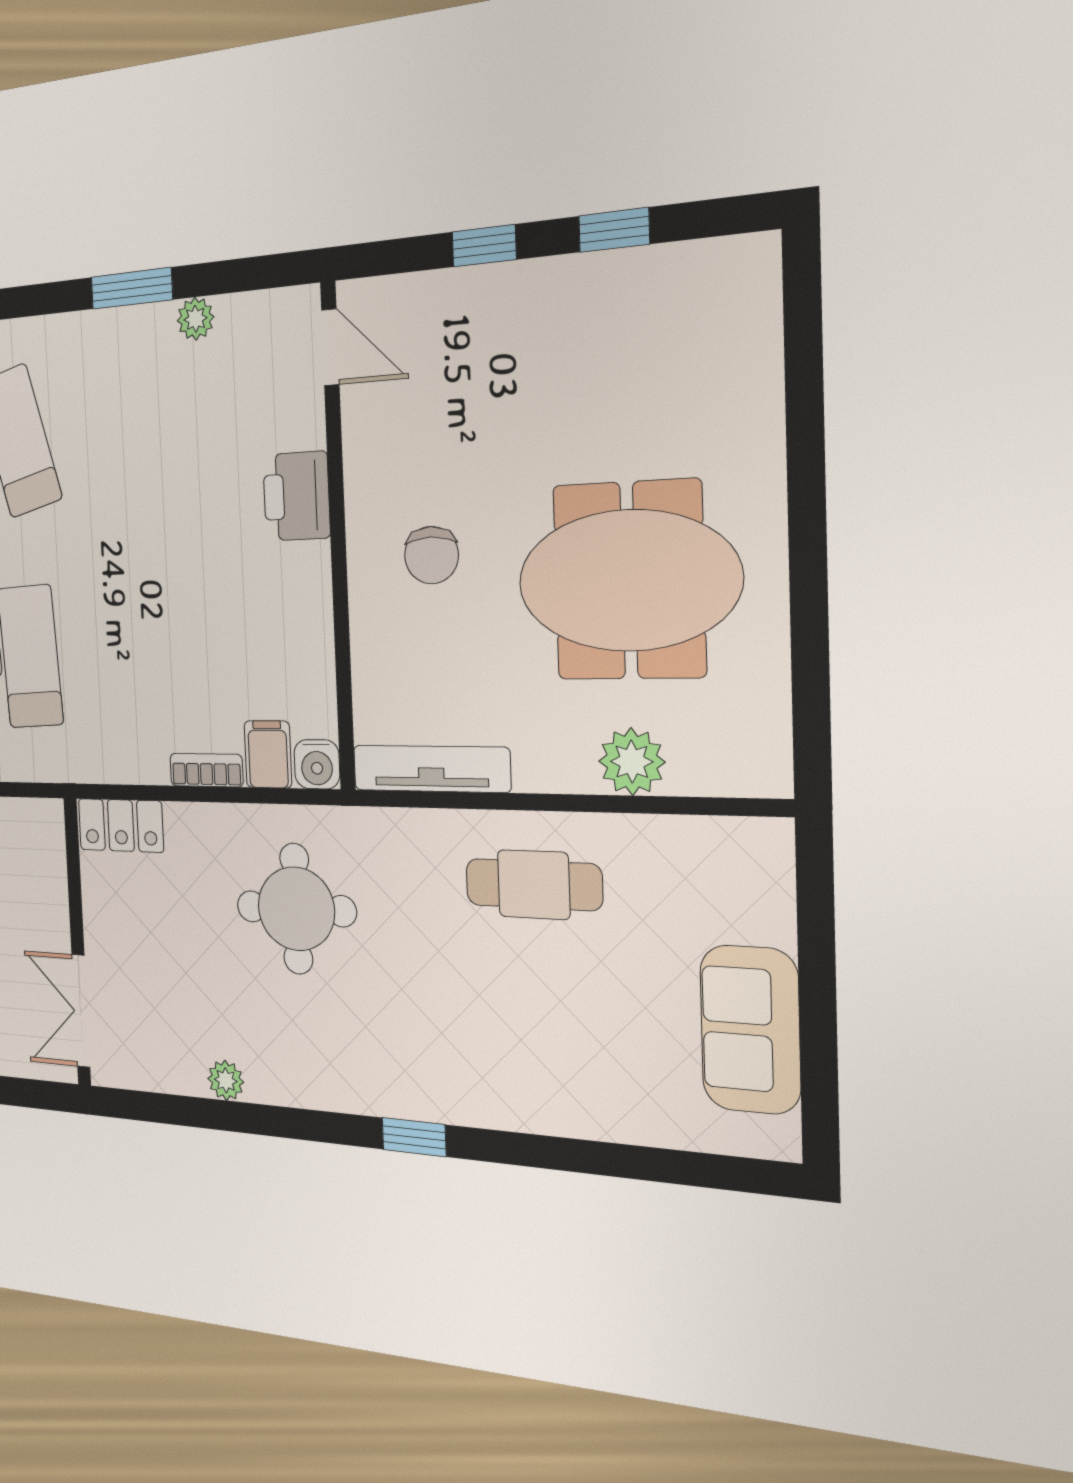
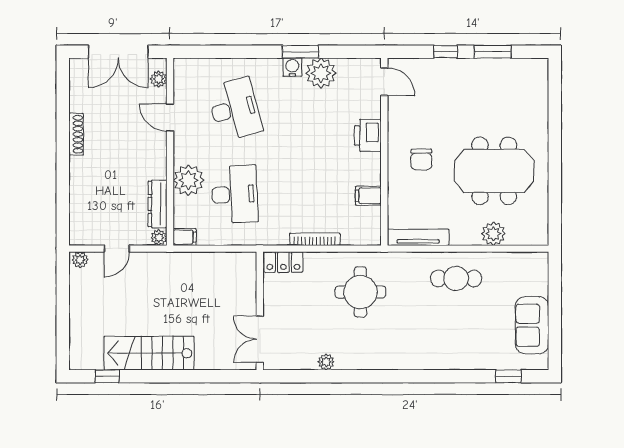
window: (614, 230) -> (493, 52), width x1.50
plant: (196, 319) -> (321, 73), width x1.88, depth x1.88
filing cabinet: (268, 754) -> (368, 196), moved, turned -90
water cooler: (317, 764) -> (292, 67), moved, turned 180
bookcase: (206, 770) -> (315, 239), width x1.56
window: (414, 1137) -> (508, 376), moved

